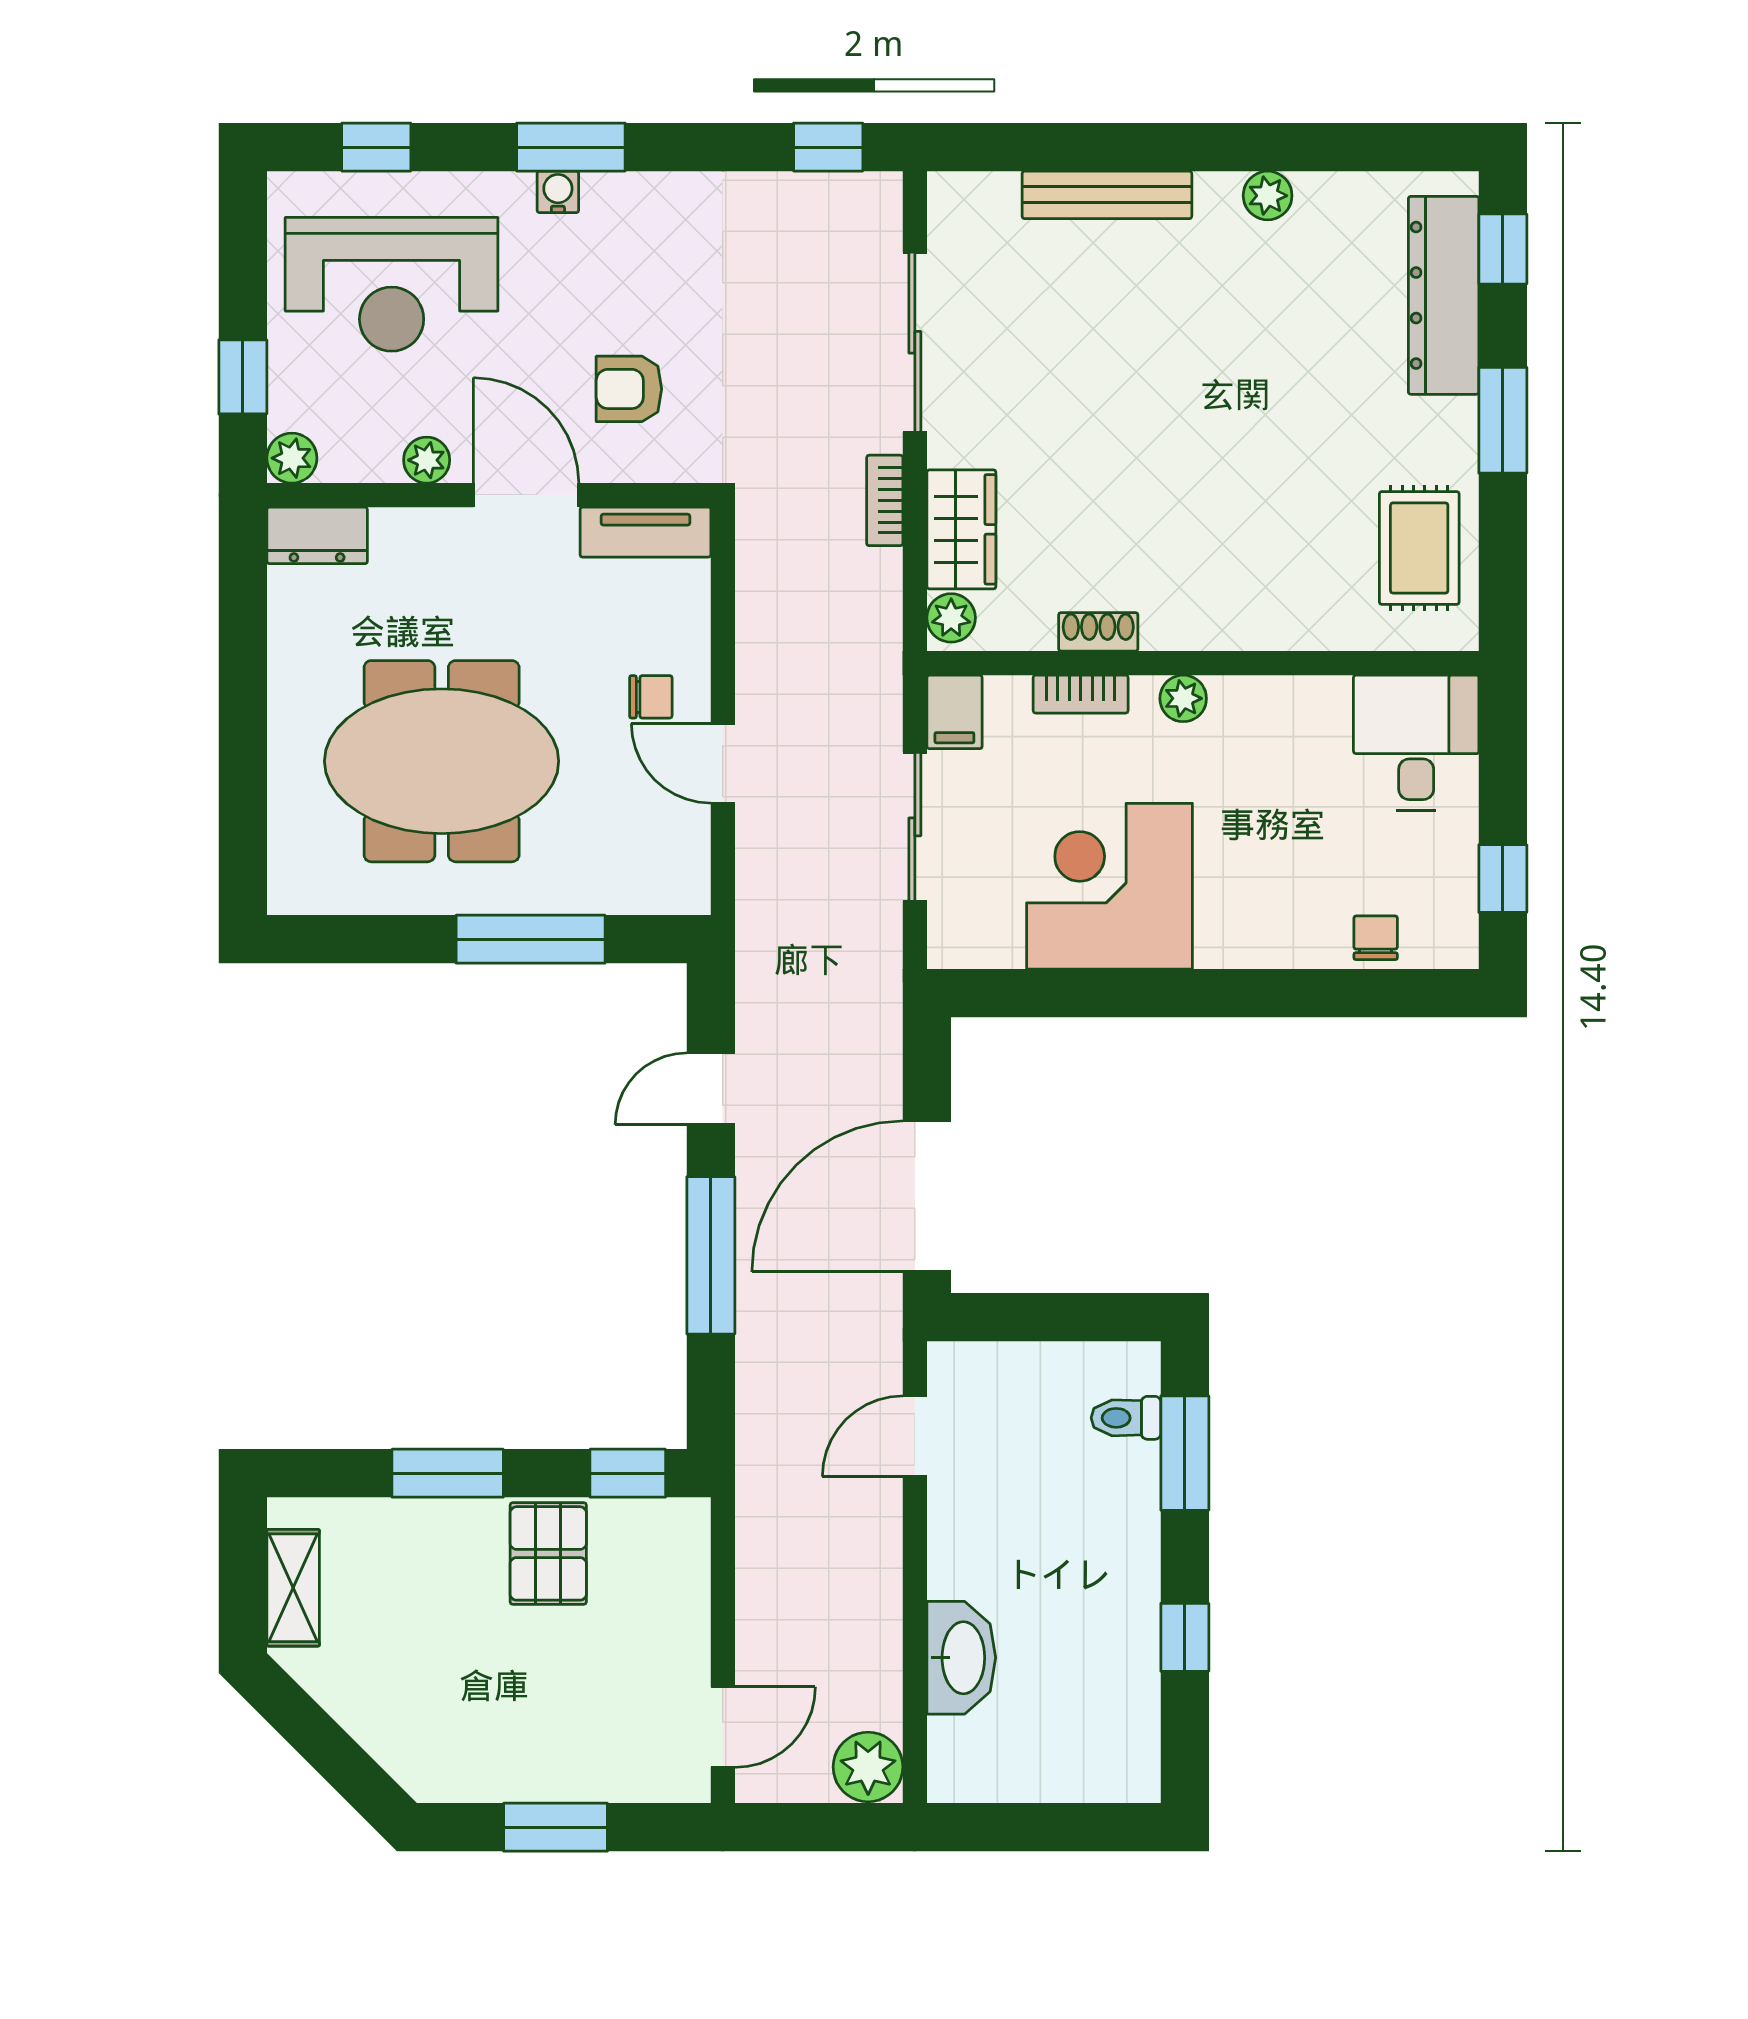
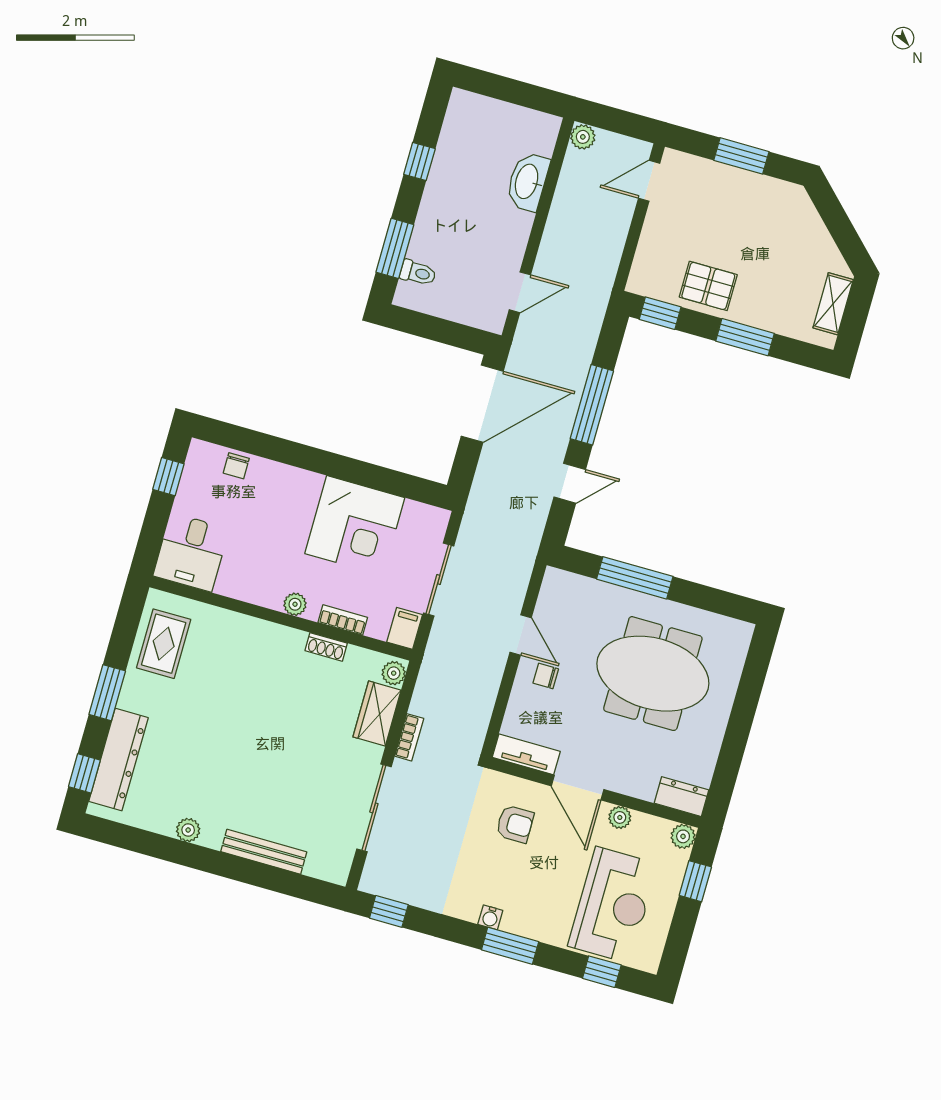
water cooler: (558, 192) -> (490, 917), moved
reception desk: (392, 284) -> (613, 905), turned 90
pallet: (548, 1553) -> (708, 286), turned 90
plant: (868, 1767) -> (583, 137), width x0.73, depth x0.73

